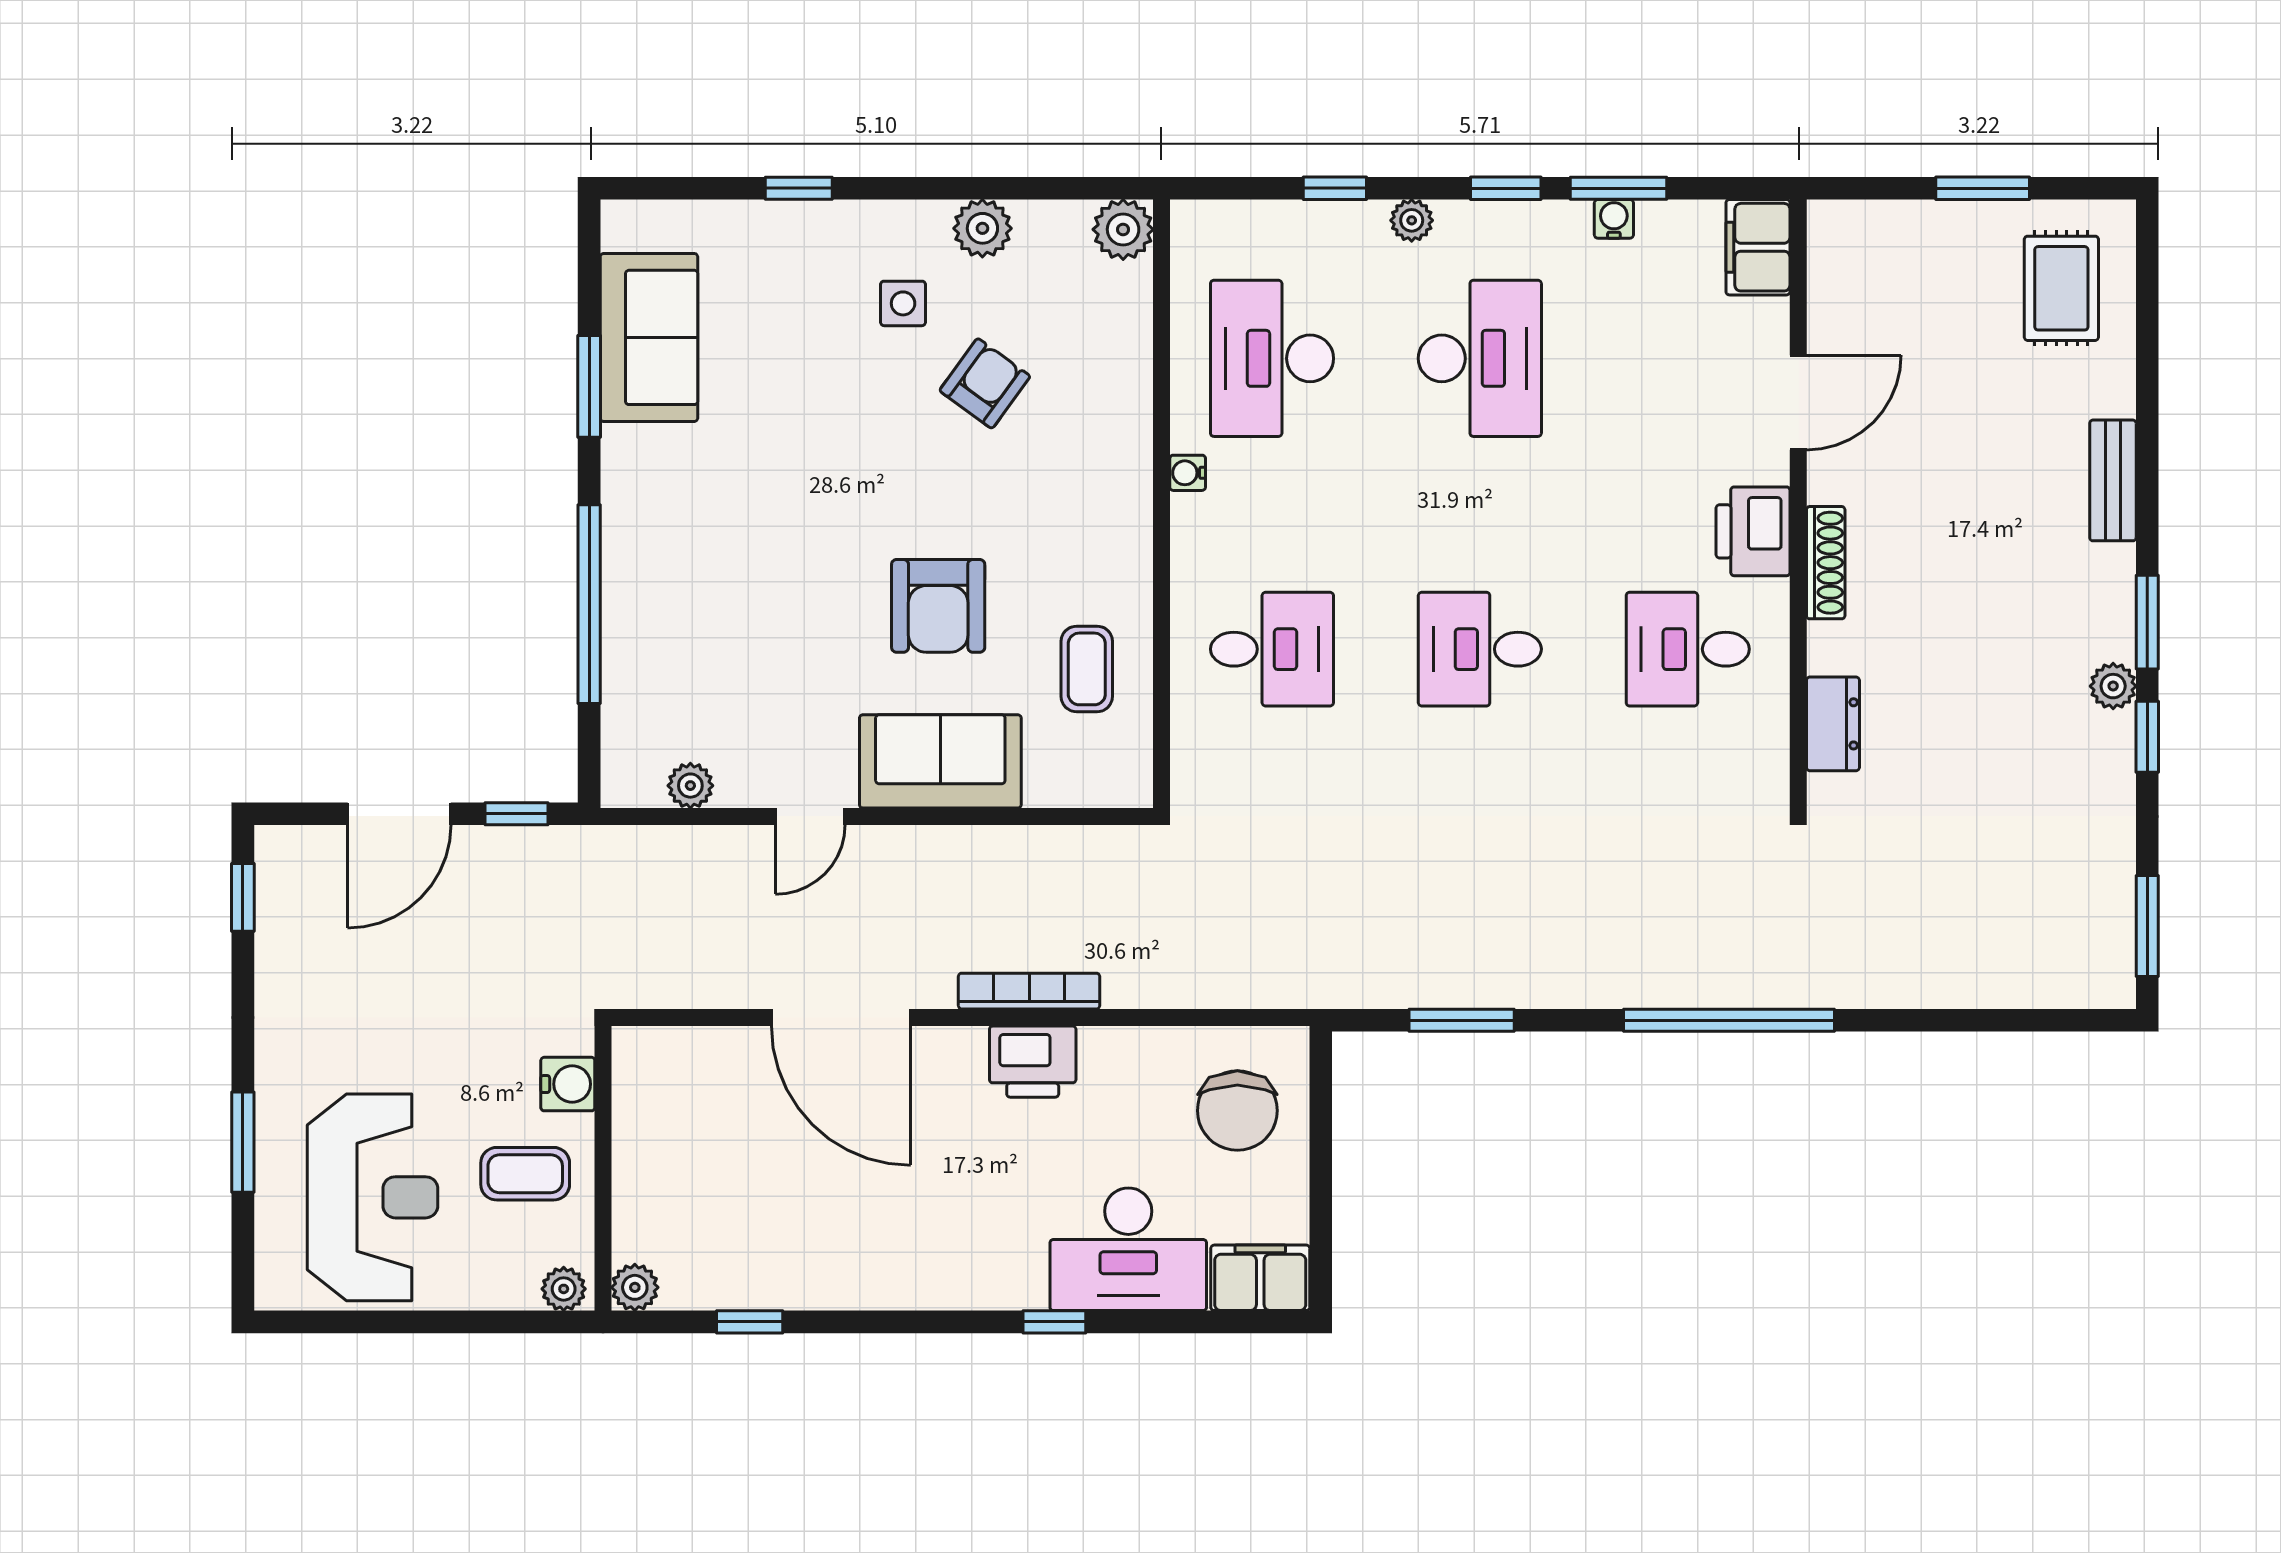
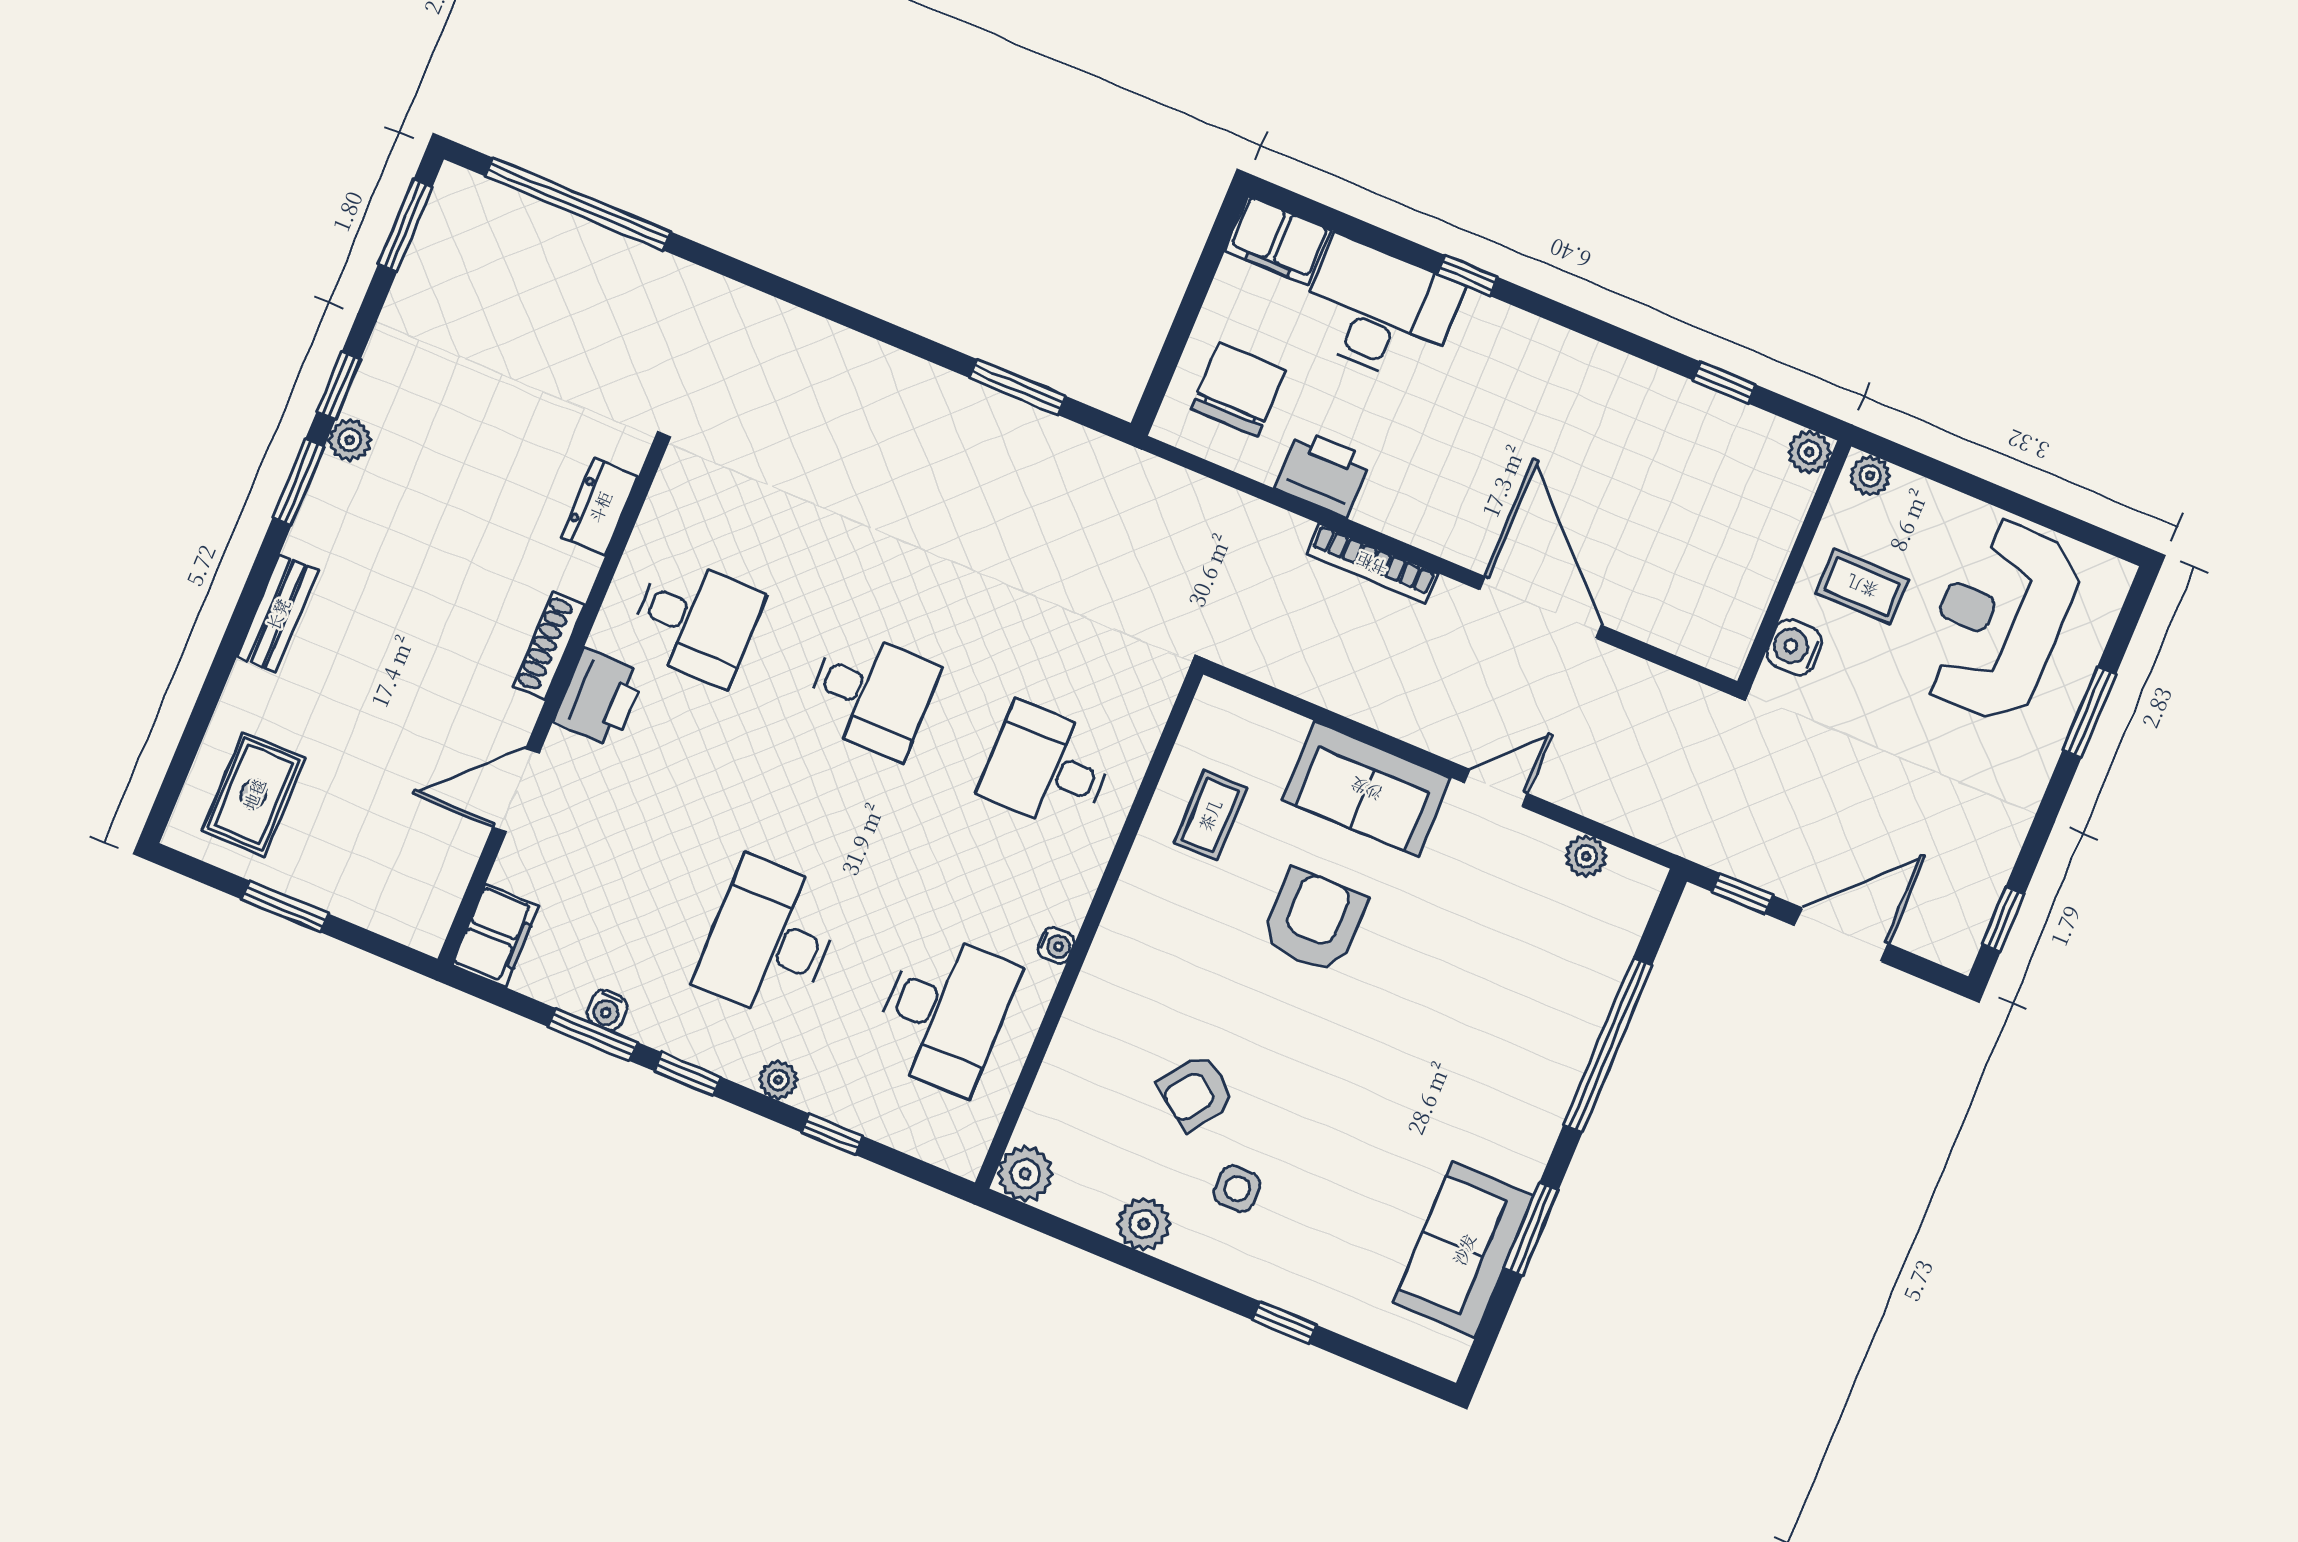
window: (1729, 1020) -> (578, 204), moved
printer: (1033, 1062) -> (1323, 473), moved

